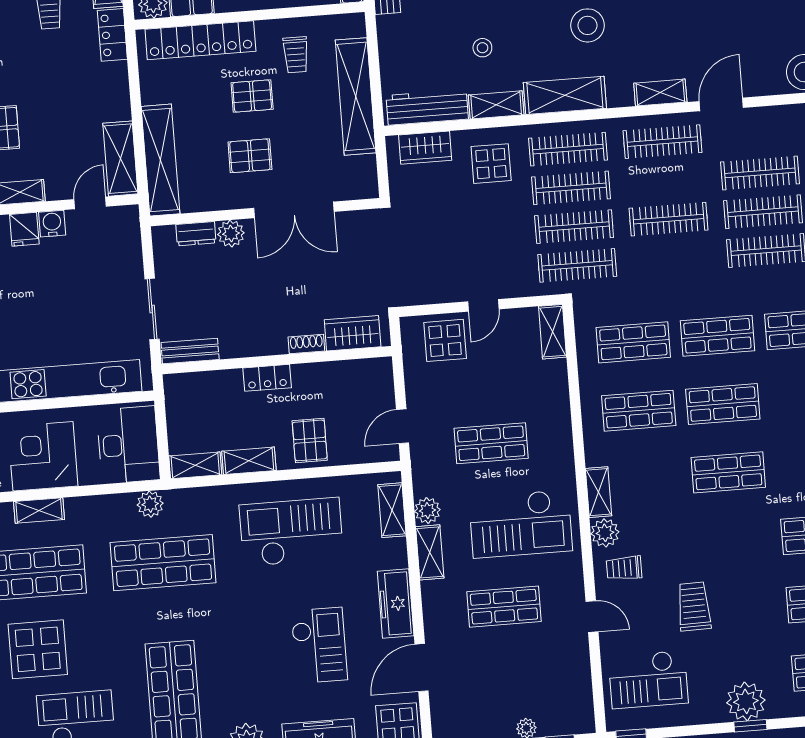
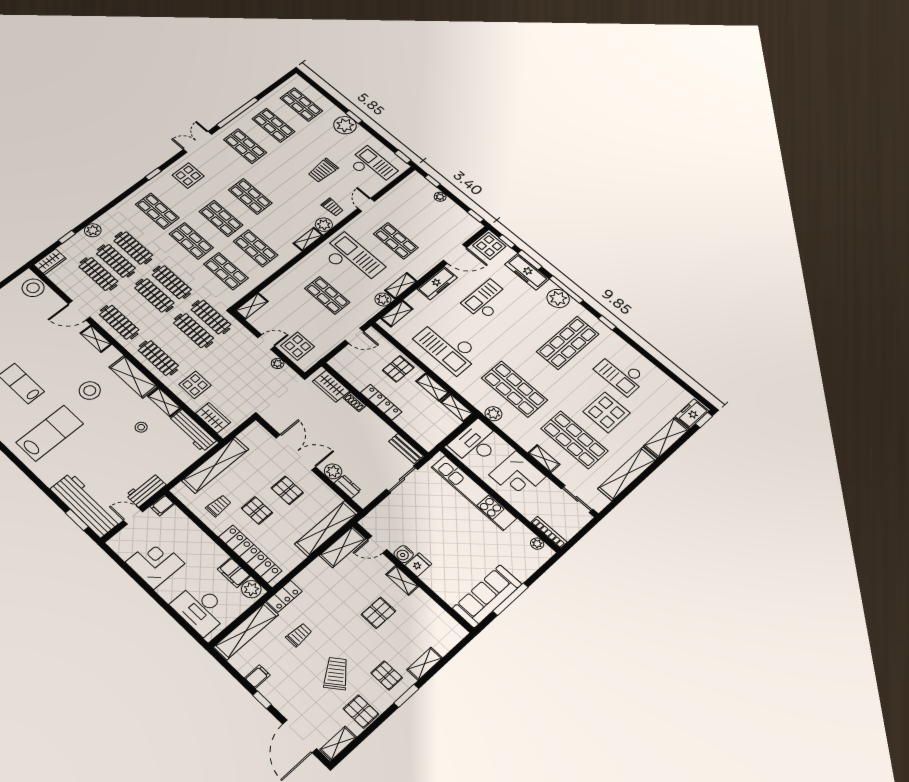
clothes rail: (571, 188) -> (172, 282), moved
plant: (440, 294) -> (278, 363), added
locker: (267, 378) -> (381, 402), width x1.53

